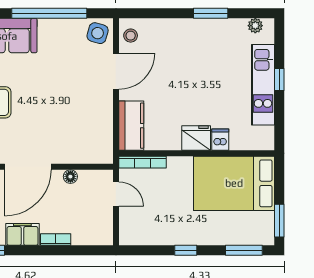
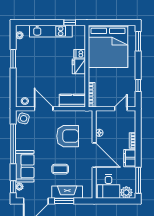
window: (279, 80) -> (70, 23), moved
armchair: (64, 117) -> (68, 136), added
bed: (234, 183) -> (108, 46), width x1.36
door: (116, 194) -> (121, 109), moved
window: (279, 221) -> (122, 23), removed
window: (186, 250) -> (138, 85), moved

